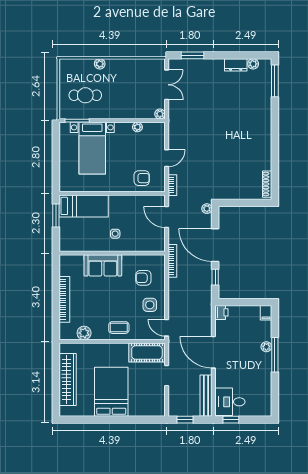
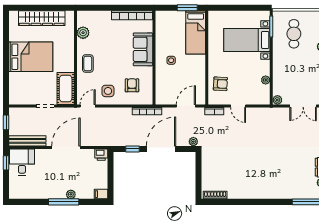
armchair: (142, 178) -> (220, 84), turned -87
bookcase: (64, 299) -> (132, 15), moved

